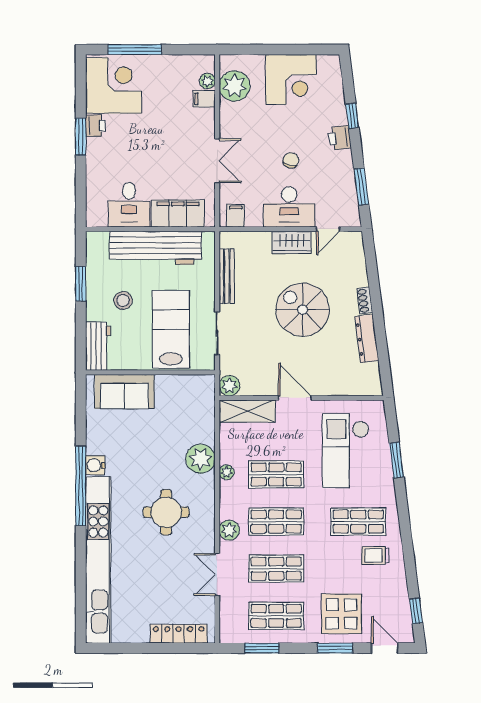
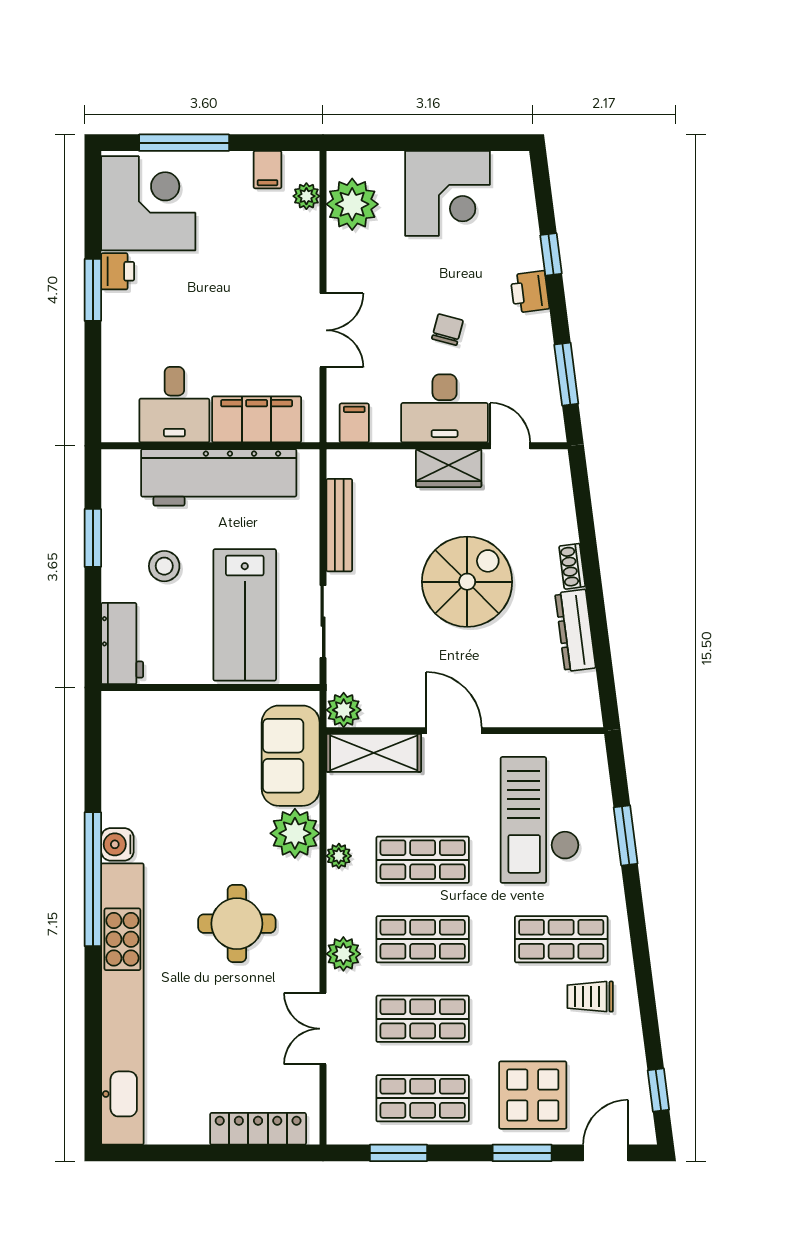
filing cabinet: (204, 99) -> (267, 170), moved, turned -90
door: (328, 229) -> (510, 446), swing flipped
spiral stairs: (303, 310) -> (467, 582), turned 90
lab bench: (171, 329) -> (245, 615), turned 180
sofa: (124, 392) -> (291, 756), moved, turned 90
door: (385, 648) -> (606, 1153), hinge flipped

